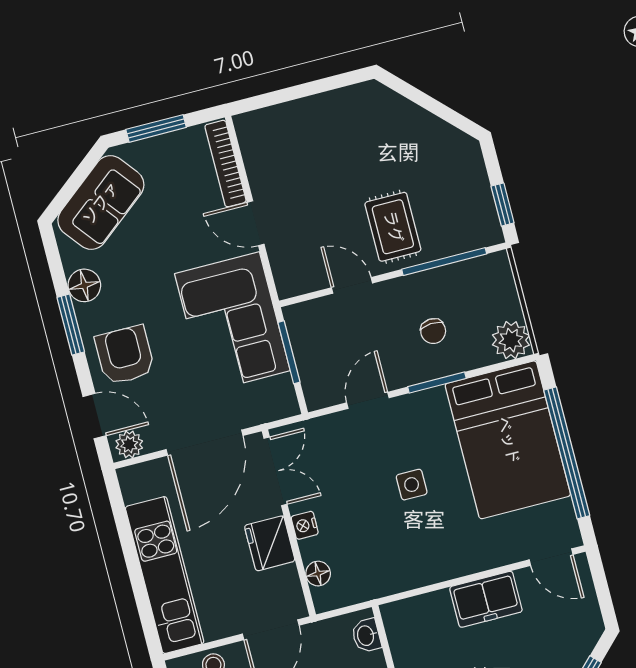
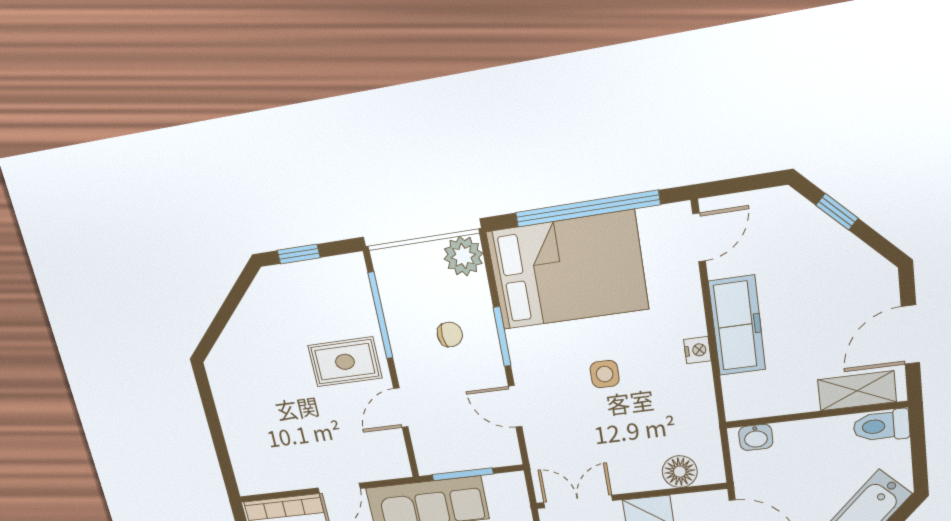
window: (503, 205) -> (299, 254), moved
nightstand: (305, 525) -> (697, 350), moved, turned -90
floor lamp: (318, 574) -> (680, 472), width x1.37, depth x1.37
freezer: (486, 599) -> (737, 326), width x1.40

